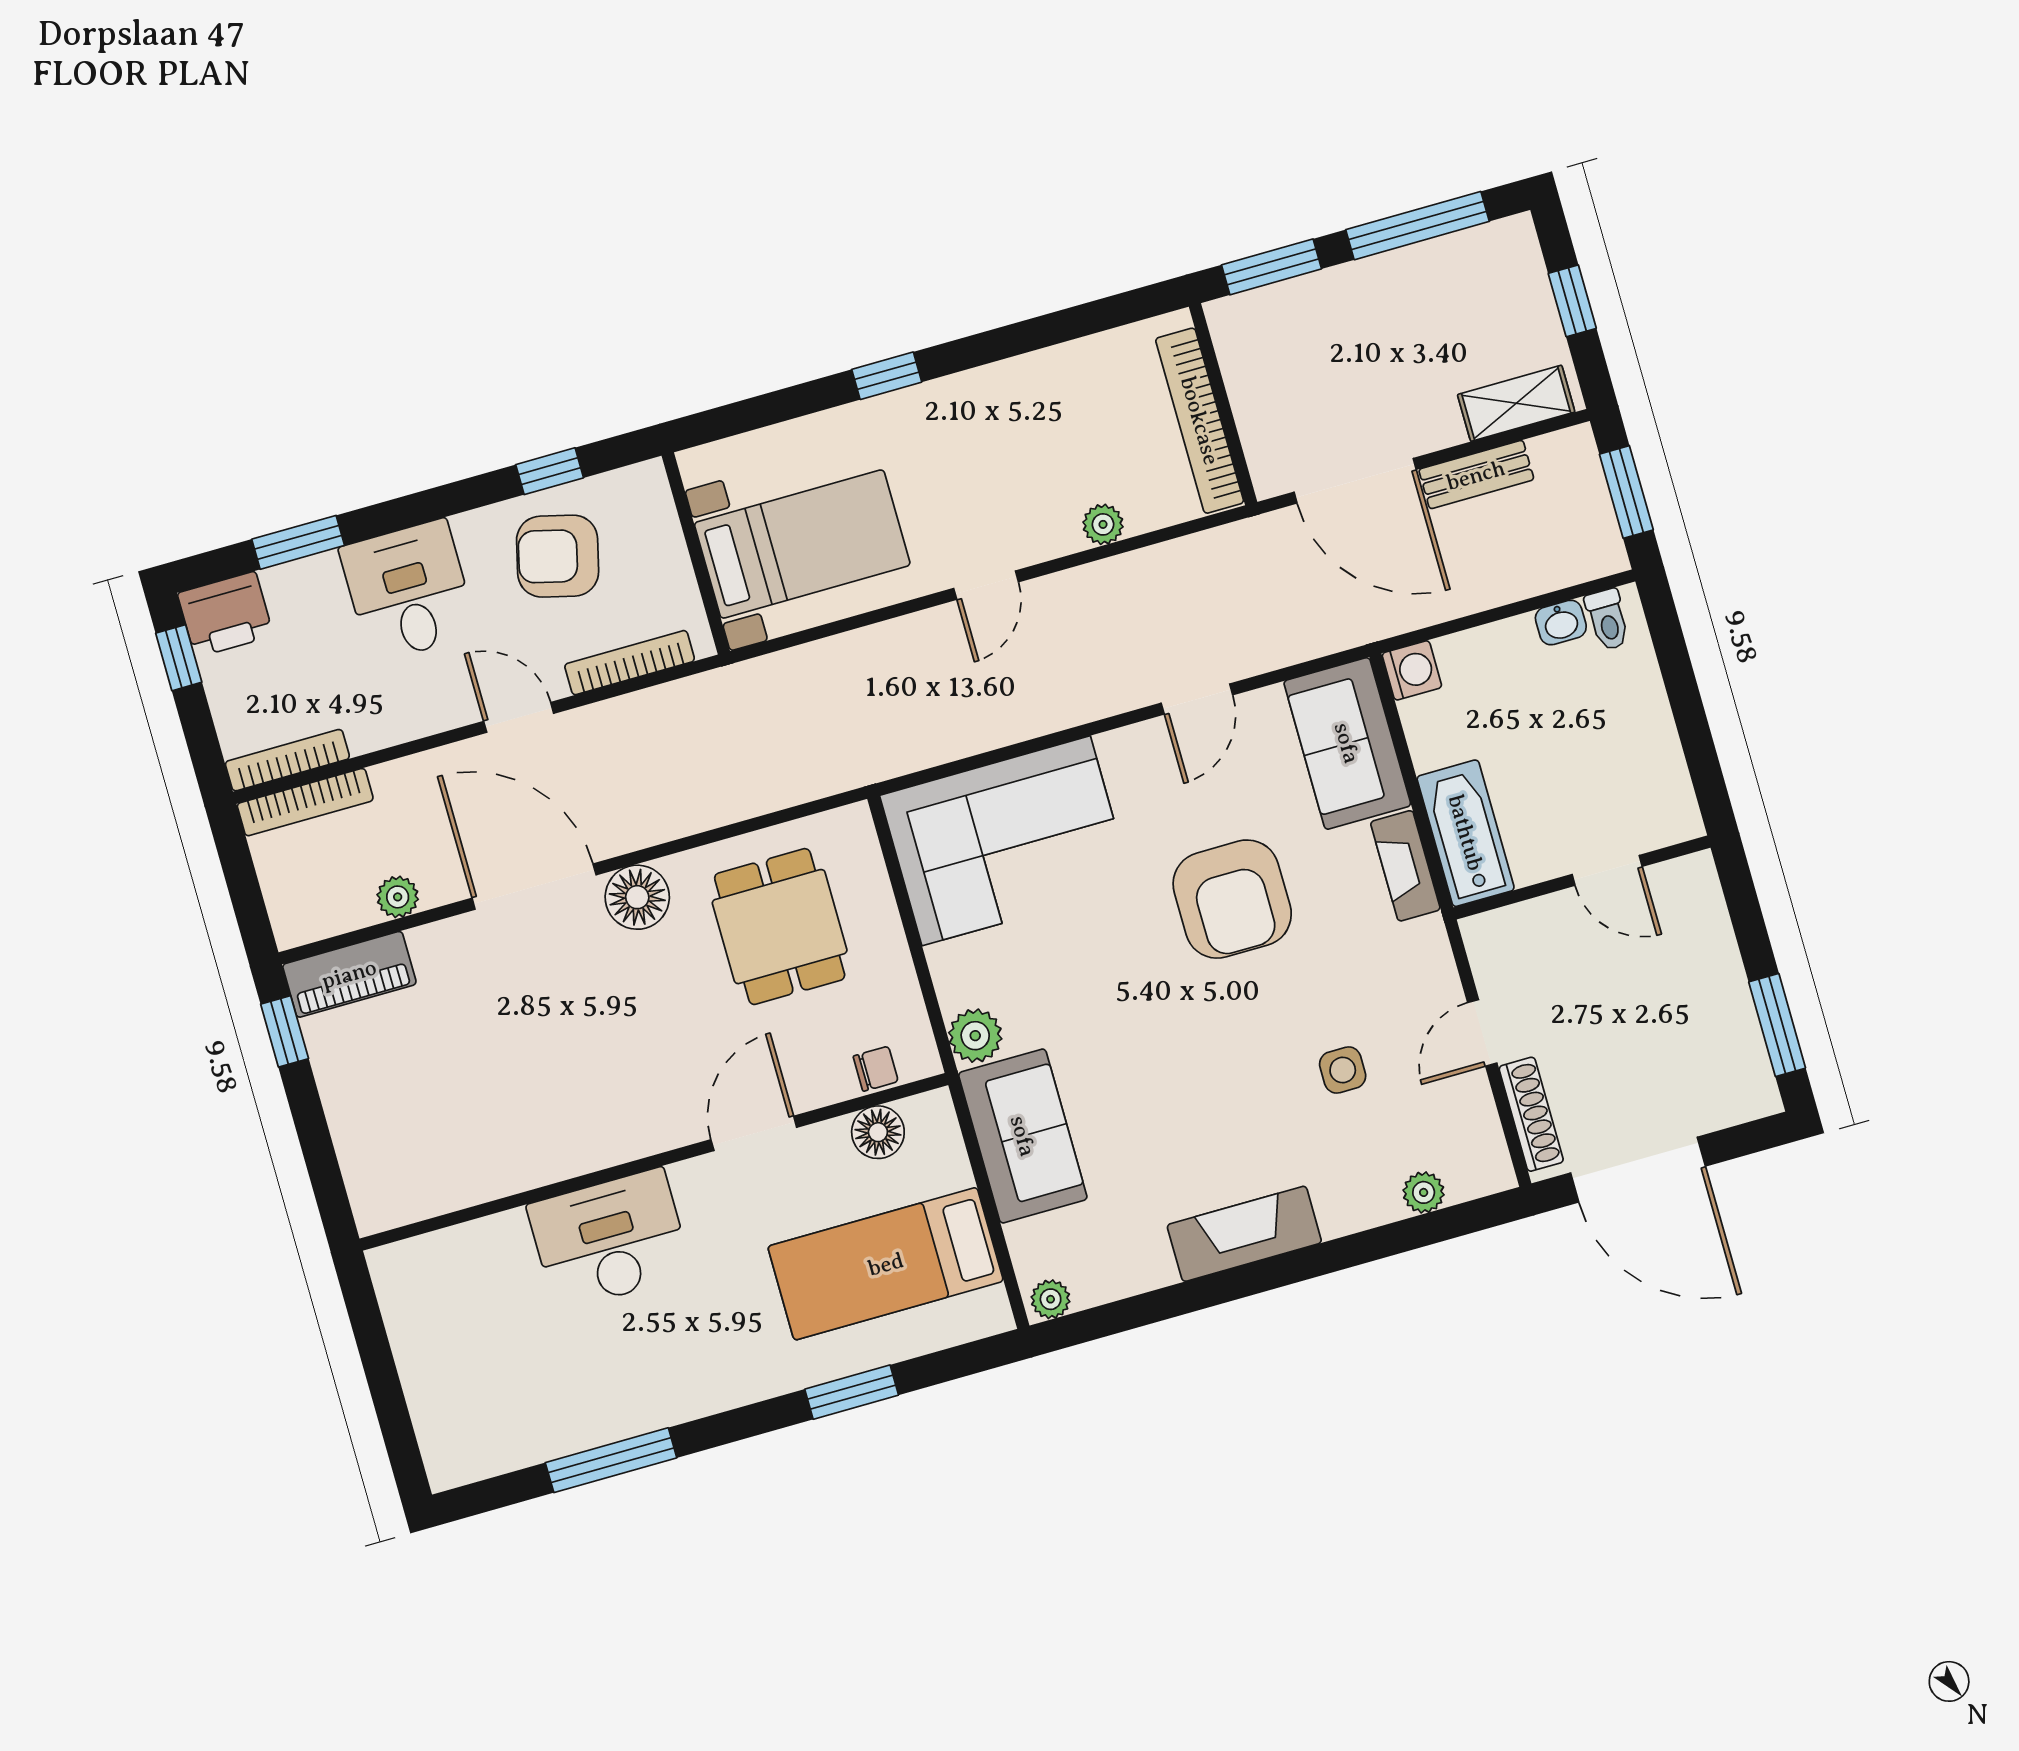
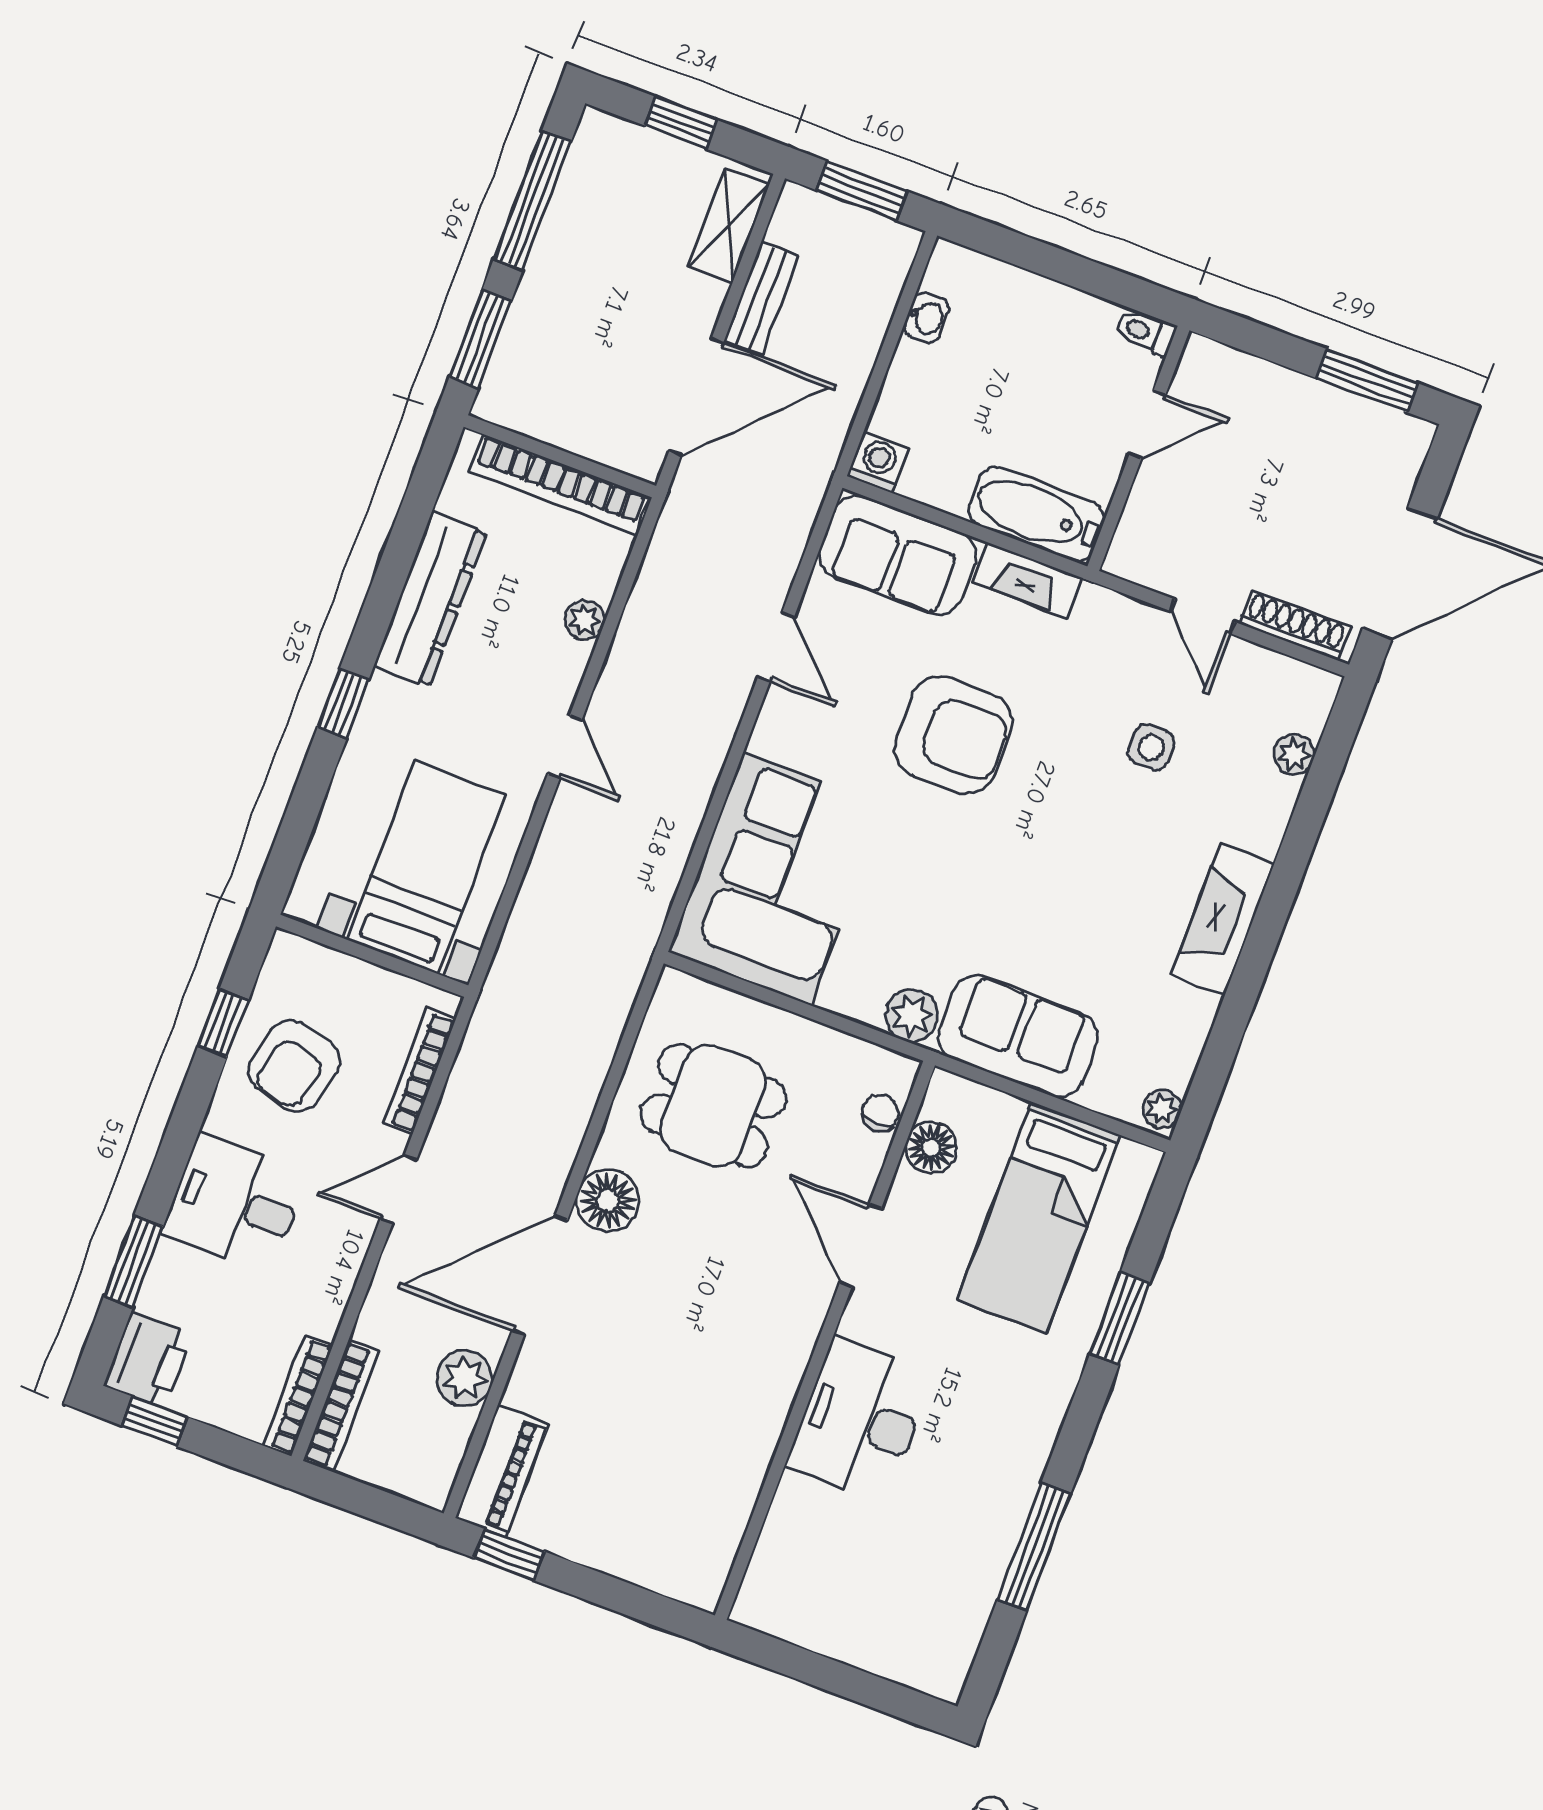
dresser: (1026, 384) -> (430, 599), added
toilet: (1608, 620) -> (1145, 332), moved, turned 180
plant: (398, 897) -> (465, 1378), width x1.38, depth x1.38

